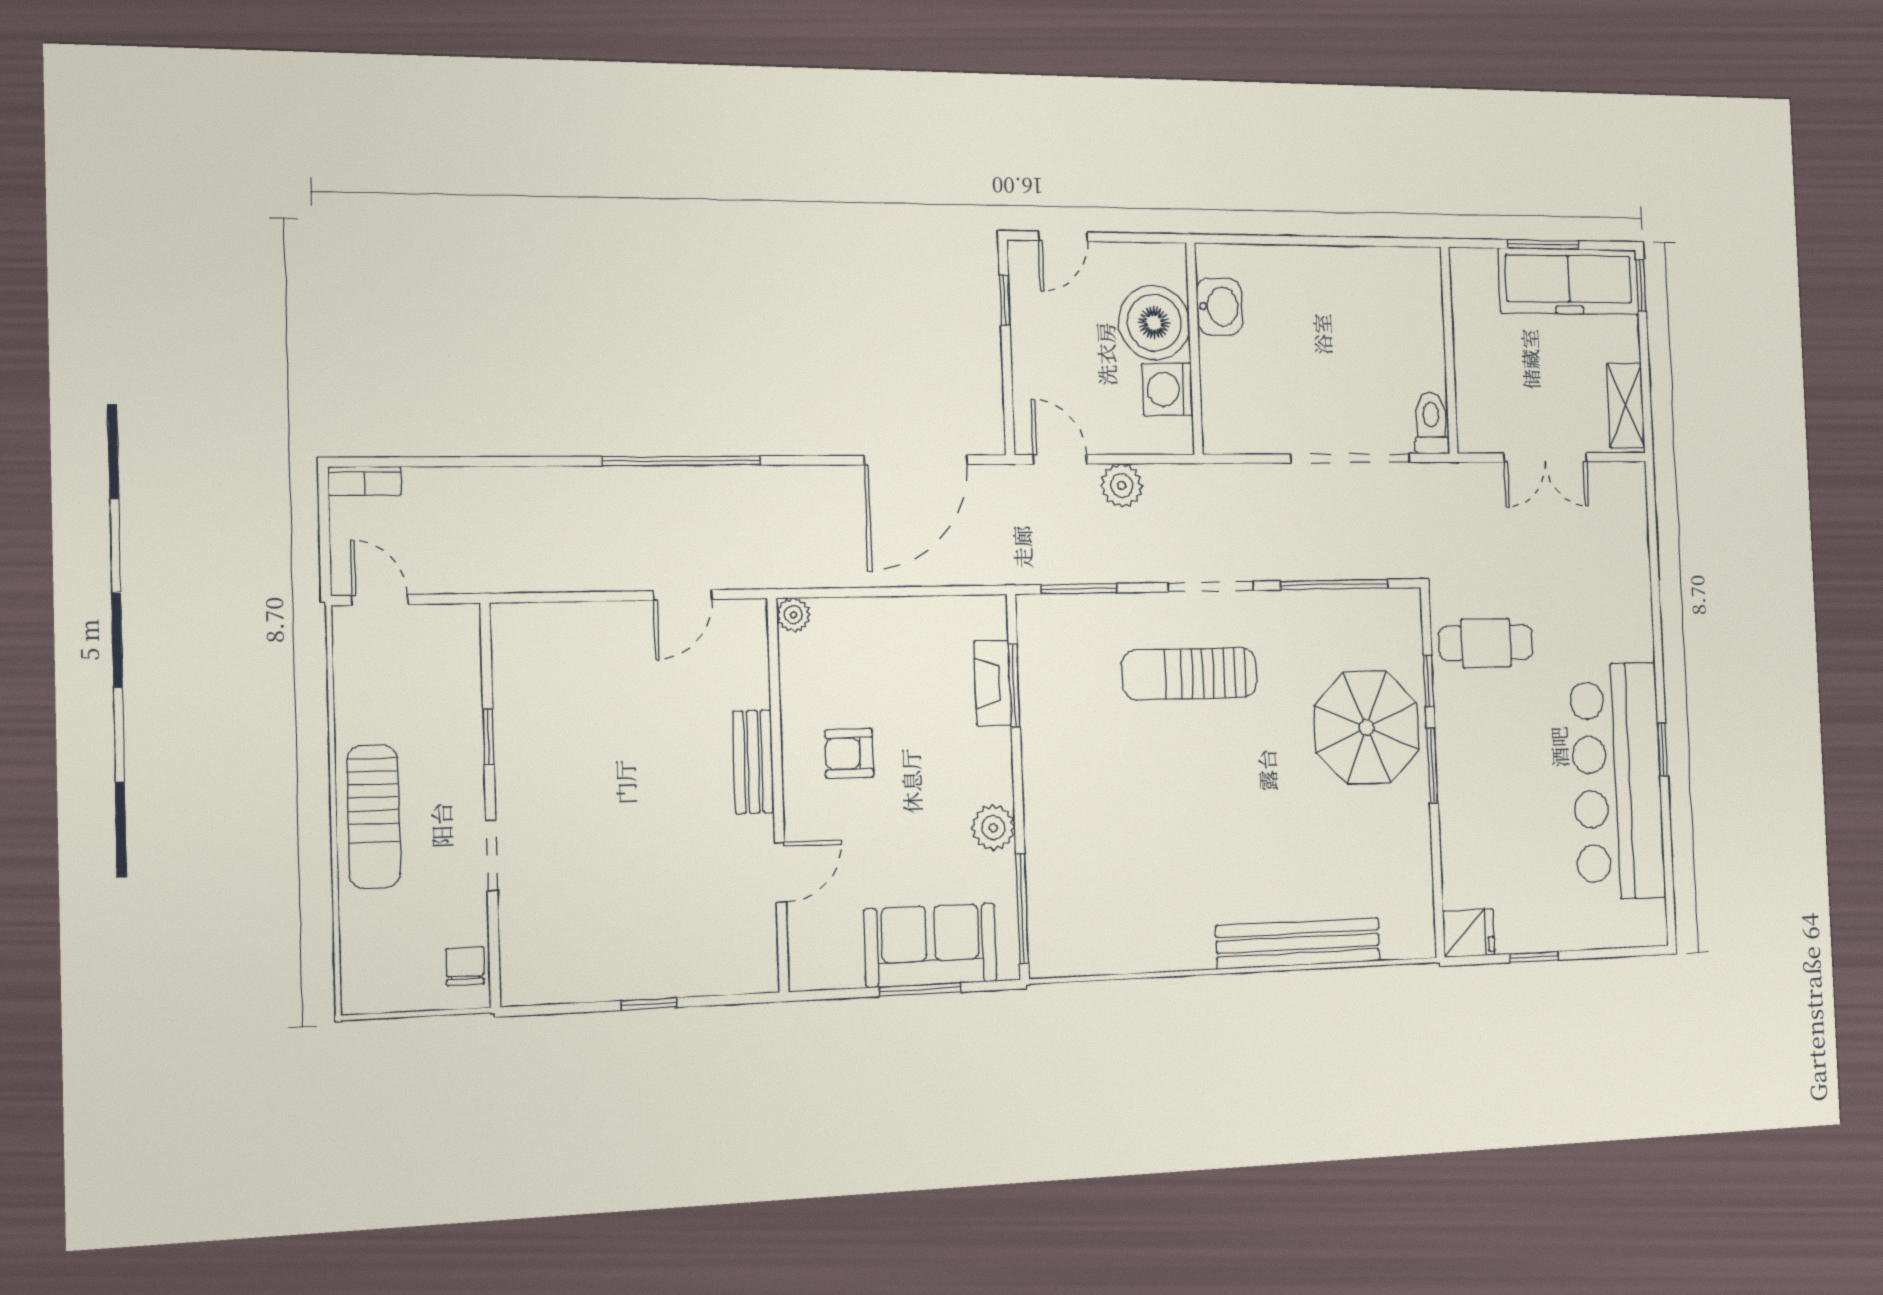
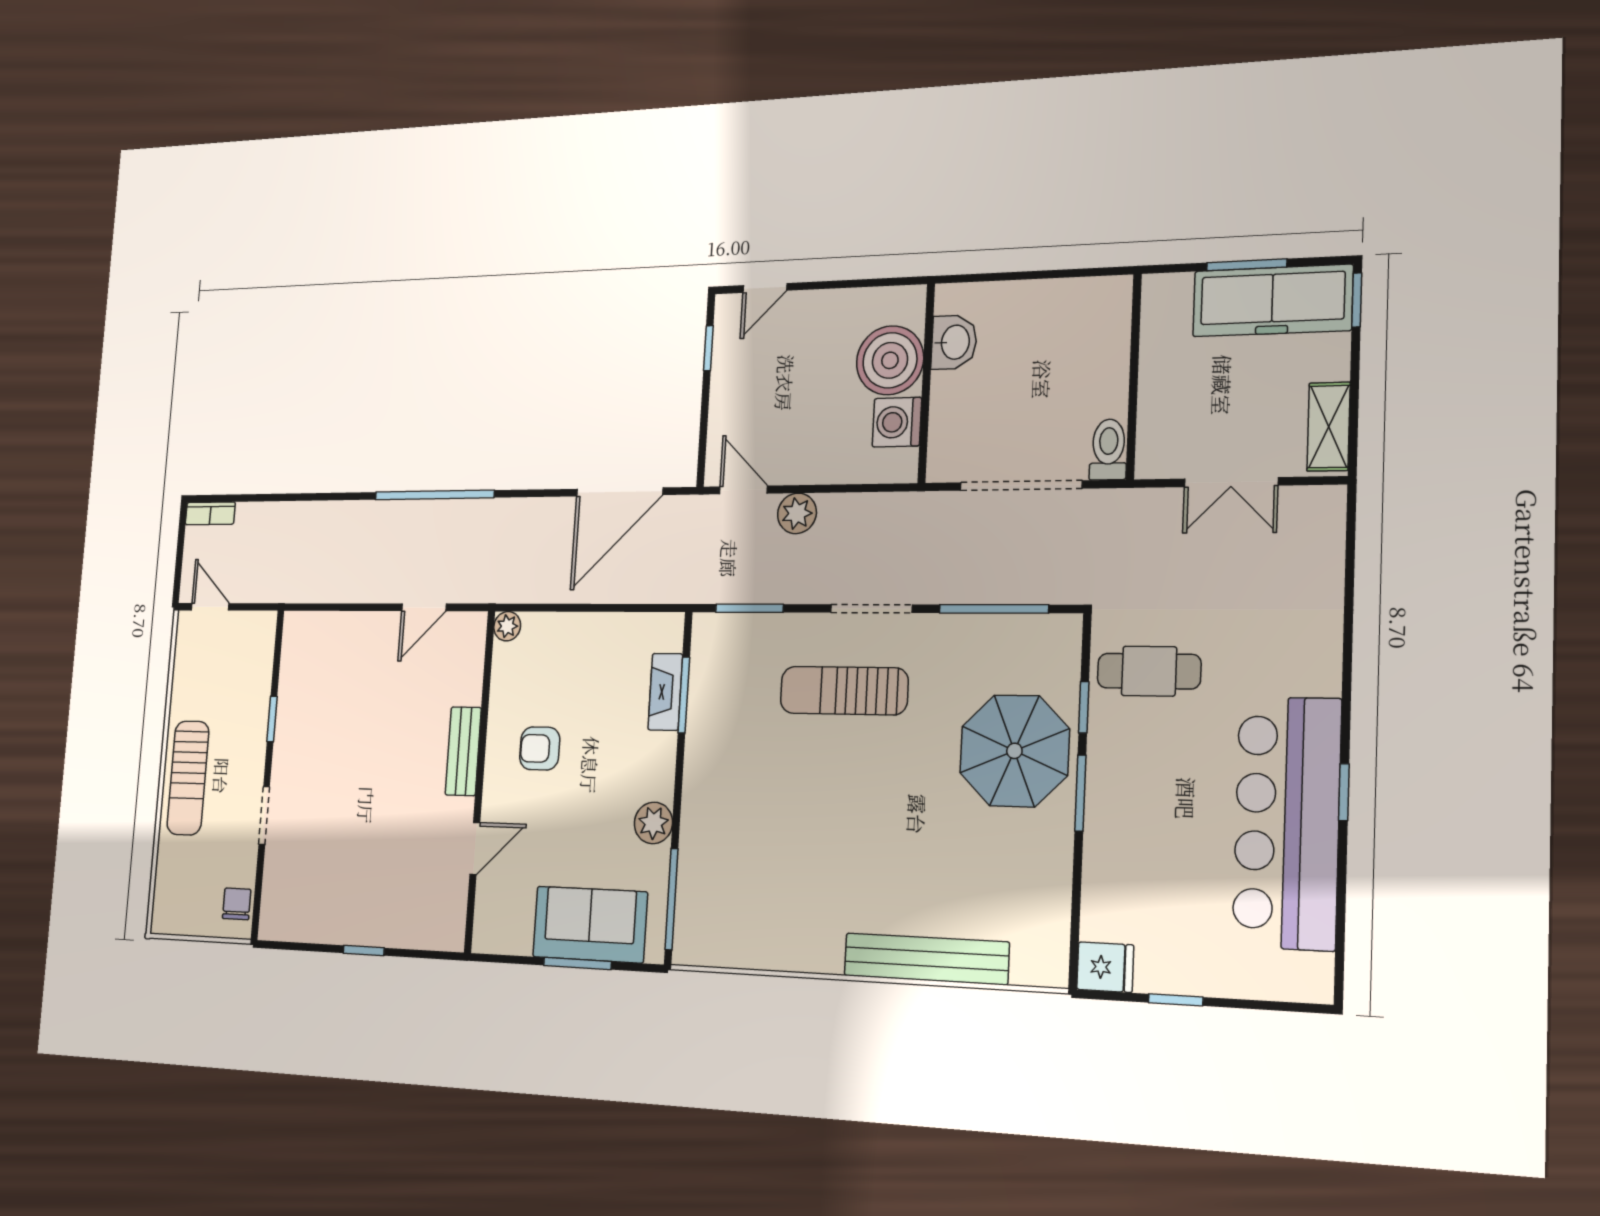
washbasin: (1219, 306) -> (954, 342), moved
boiler: (1154, 323) -> (890, 360), moved
wall: (1194, 348) -> (926, 383), moved
washing machine: (1167, 389) -> (897, 422), moved

